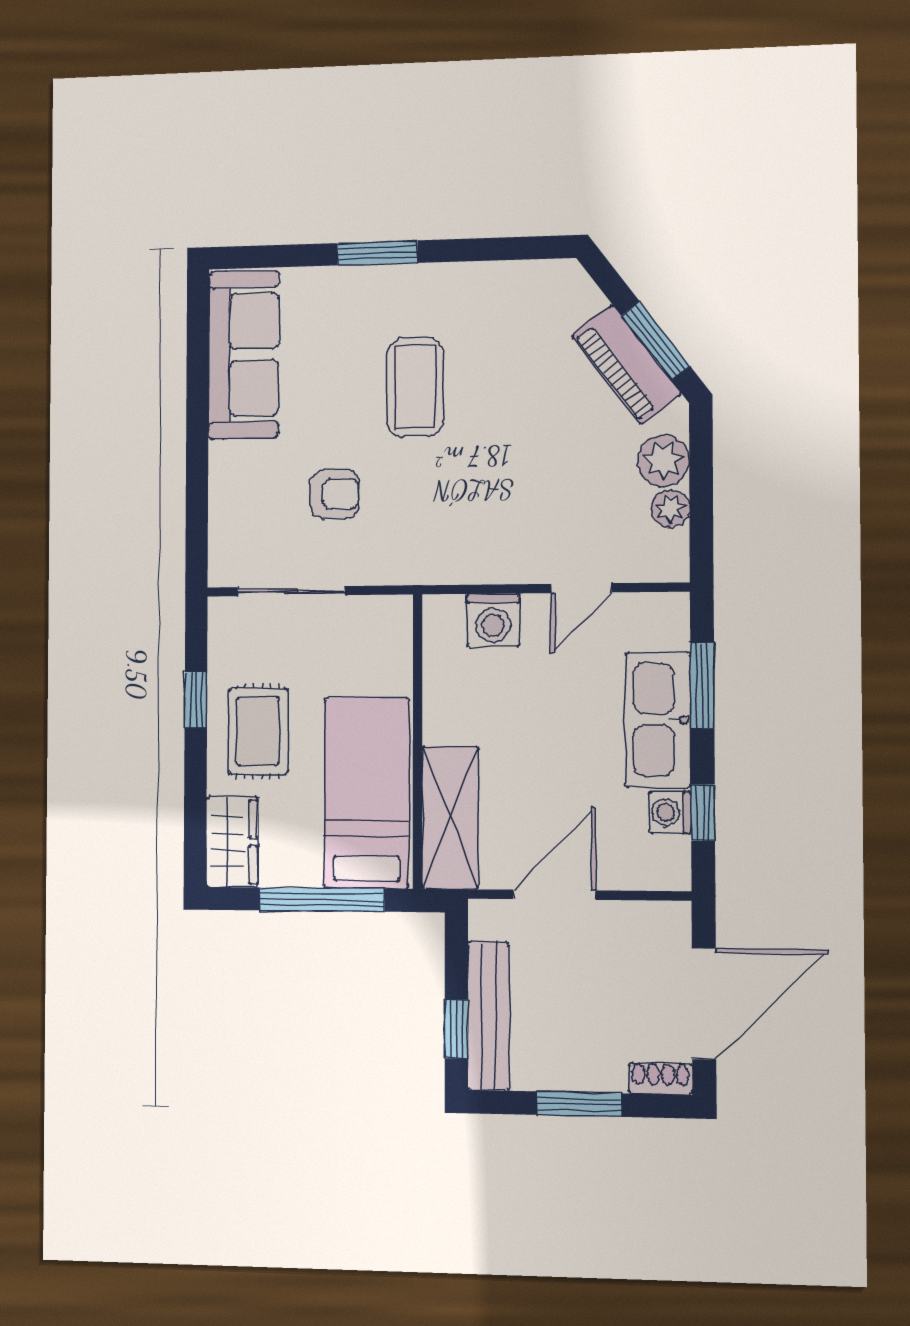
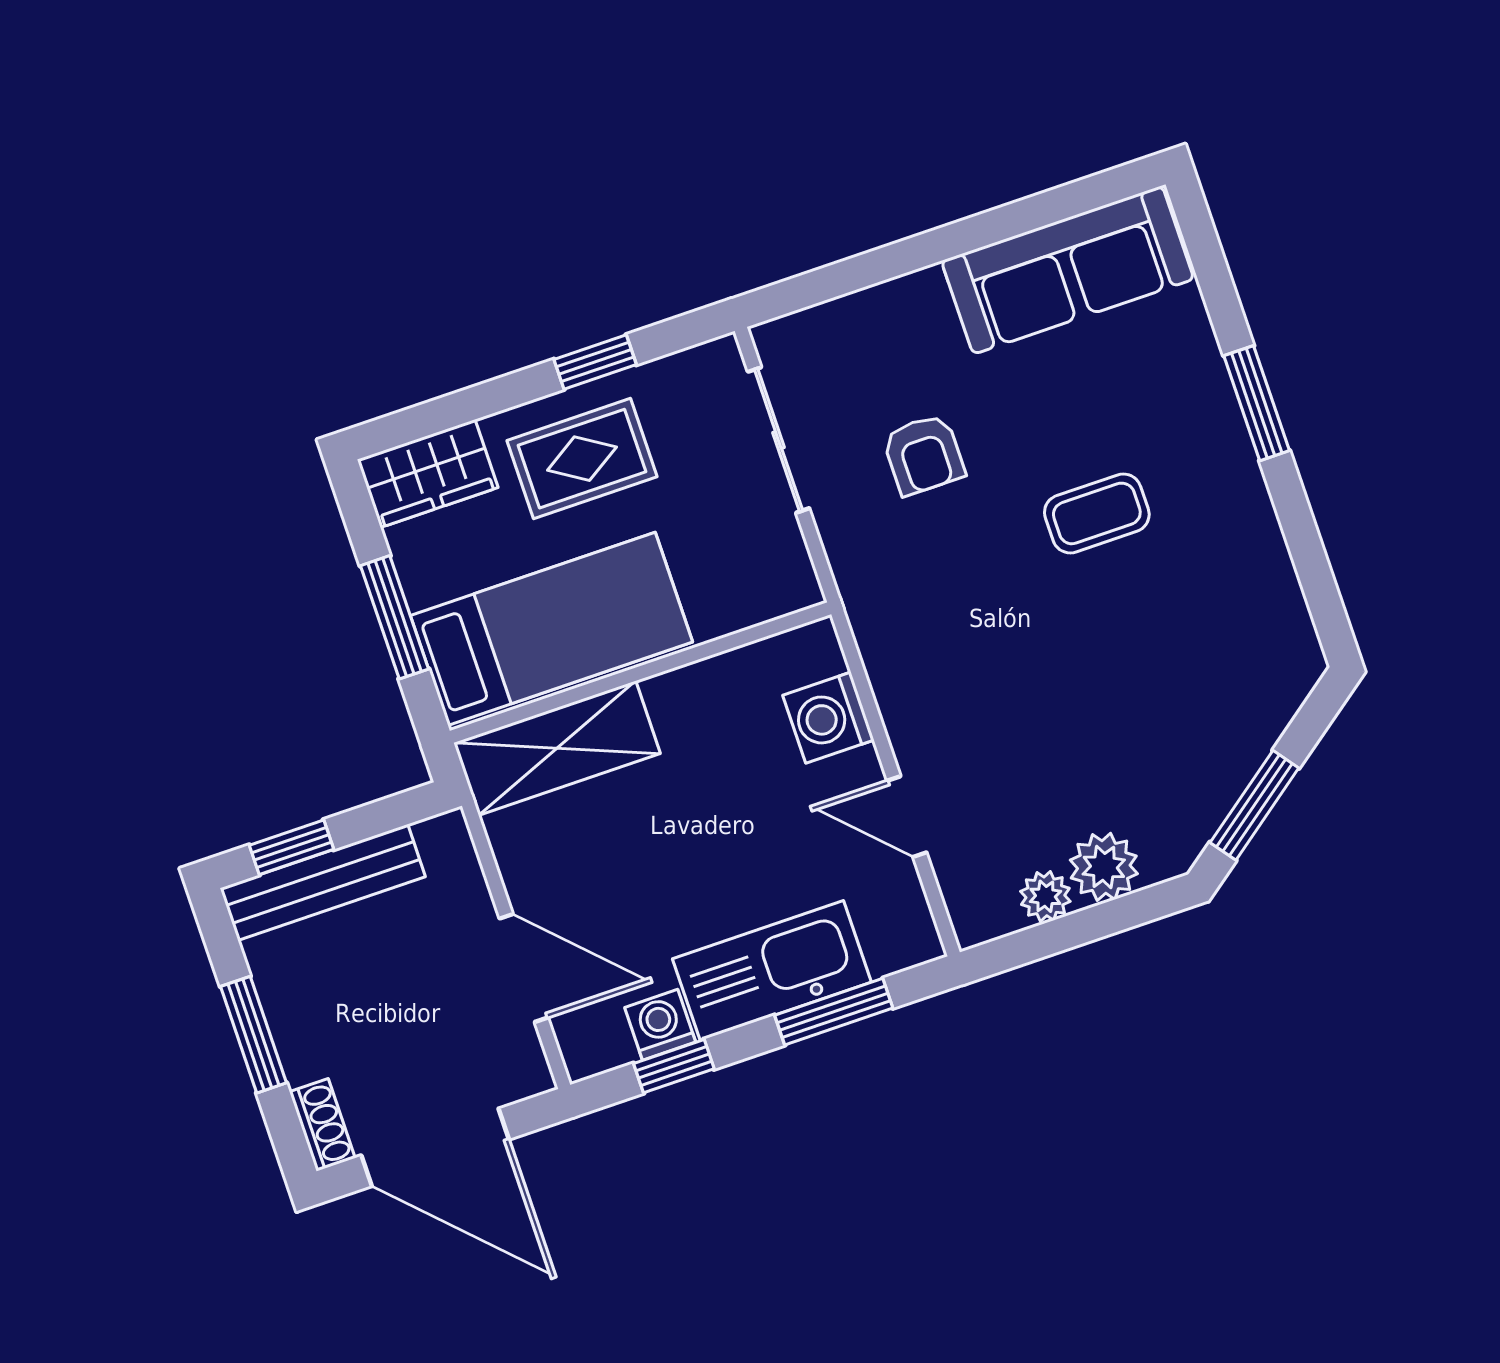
piano: (626, 365) -> (1212, 778), removed
coffee table: (415, 387) -> (1097, 513), width x0.73, depth x0.77
door: (554, 895) -> (524, 968), moved
window: (322, 899) -> (395, 617), width x0.69

